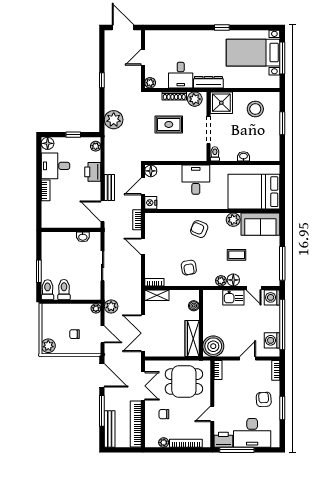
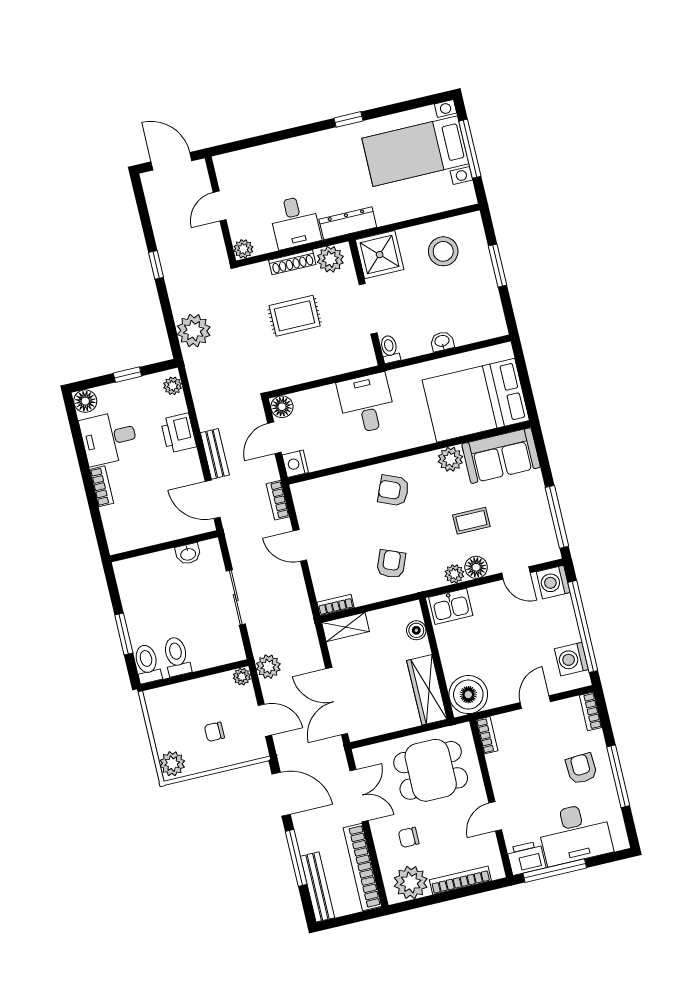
armchair: (189, 268) -> (391, 564), turned -149
kitchen sink: (233, 297) -> (451, 606), moved
window: (282, 408) -> (618, 776), width x1.44
plant: (164, 443) -> (411, 882), width x1.88, depth x1.88

